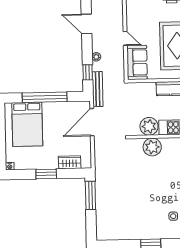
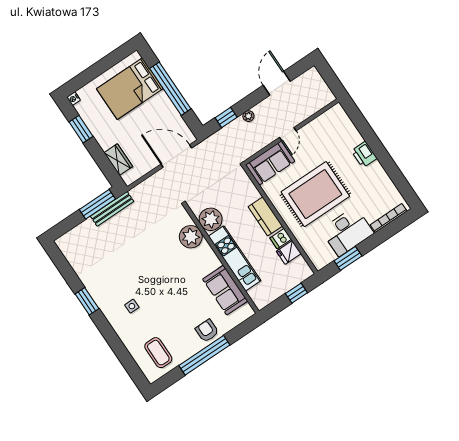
bench: (98, 89) -> (112, 209), moved
window: (46, 174) -> (81, 129), moved

